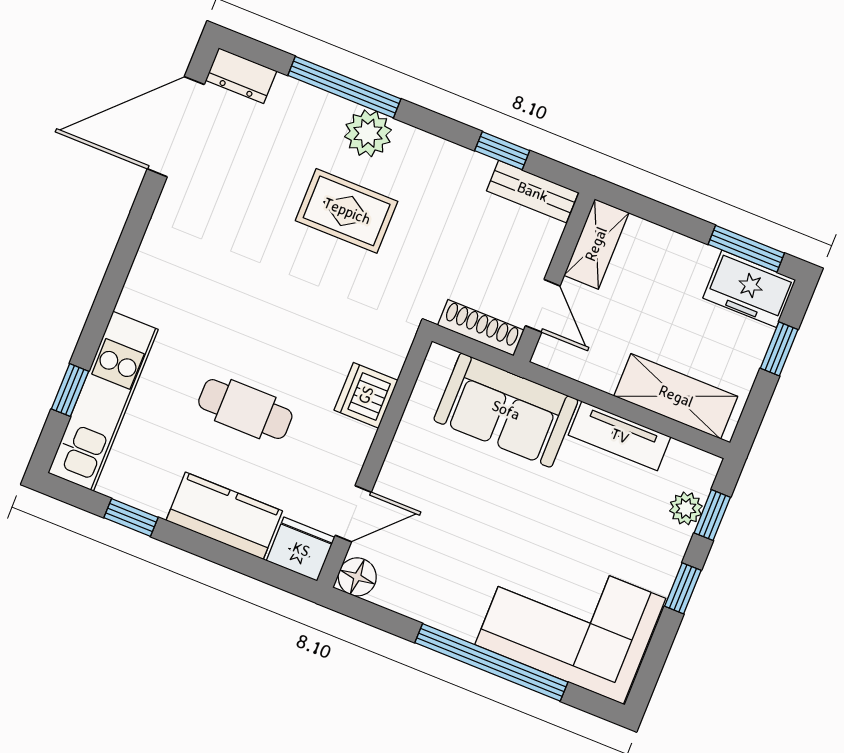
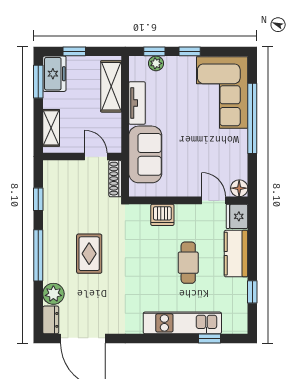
window: (344, 87) -> (38, 255), moved
plant: (368, 133) -> (53, 294), moved
bench: (533, 192) -> (50, 180), removed
shelving: (596, 244) -> (51, 128), moved, turned 90
door: (543, 306) -> (96, 157), hinge flipped
kitchen unit: (103, 401) -> (182, 323), moved

